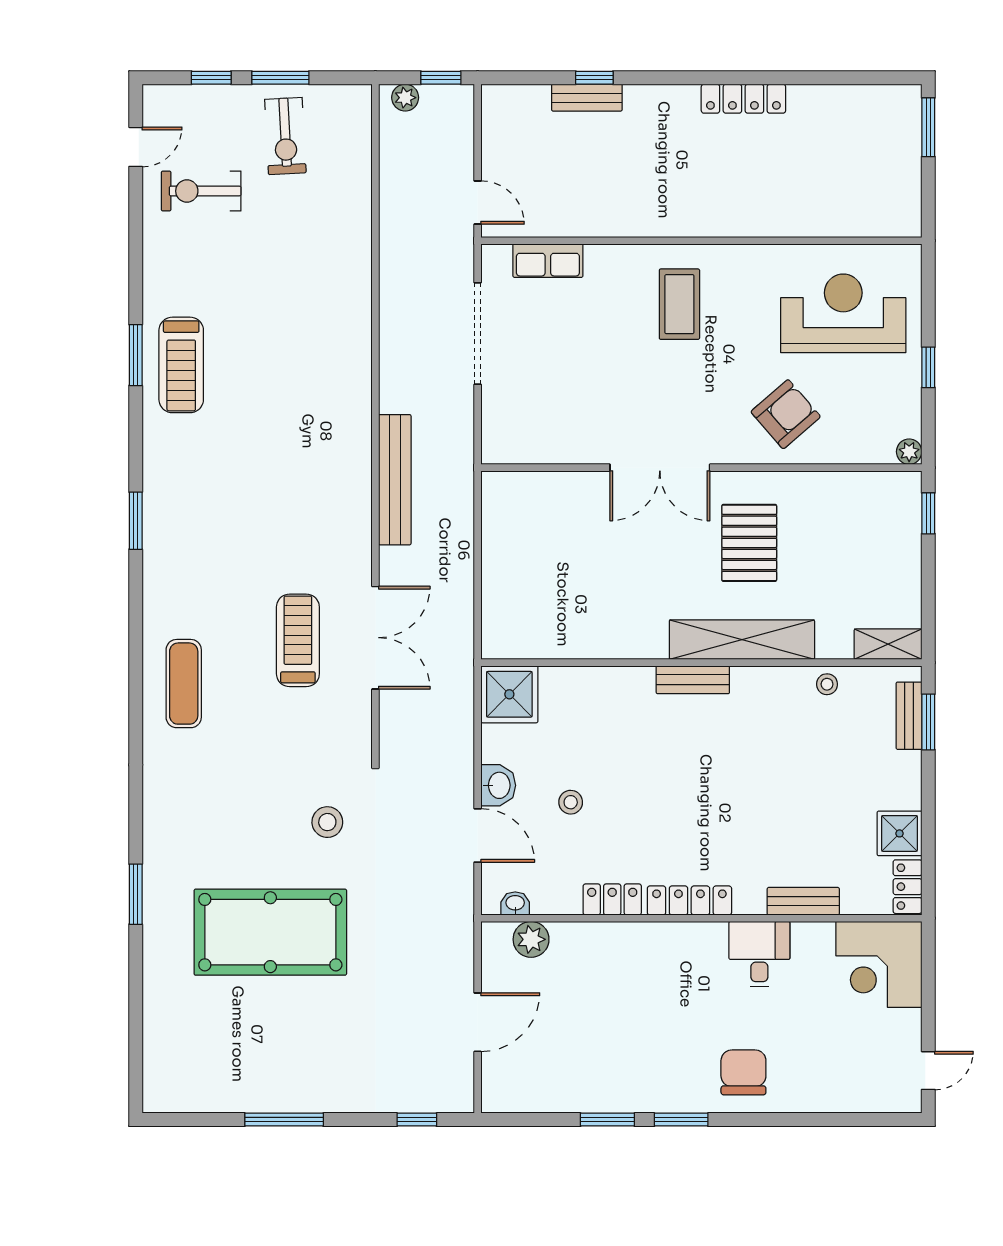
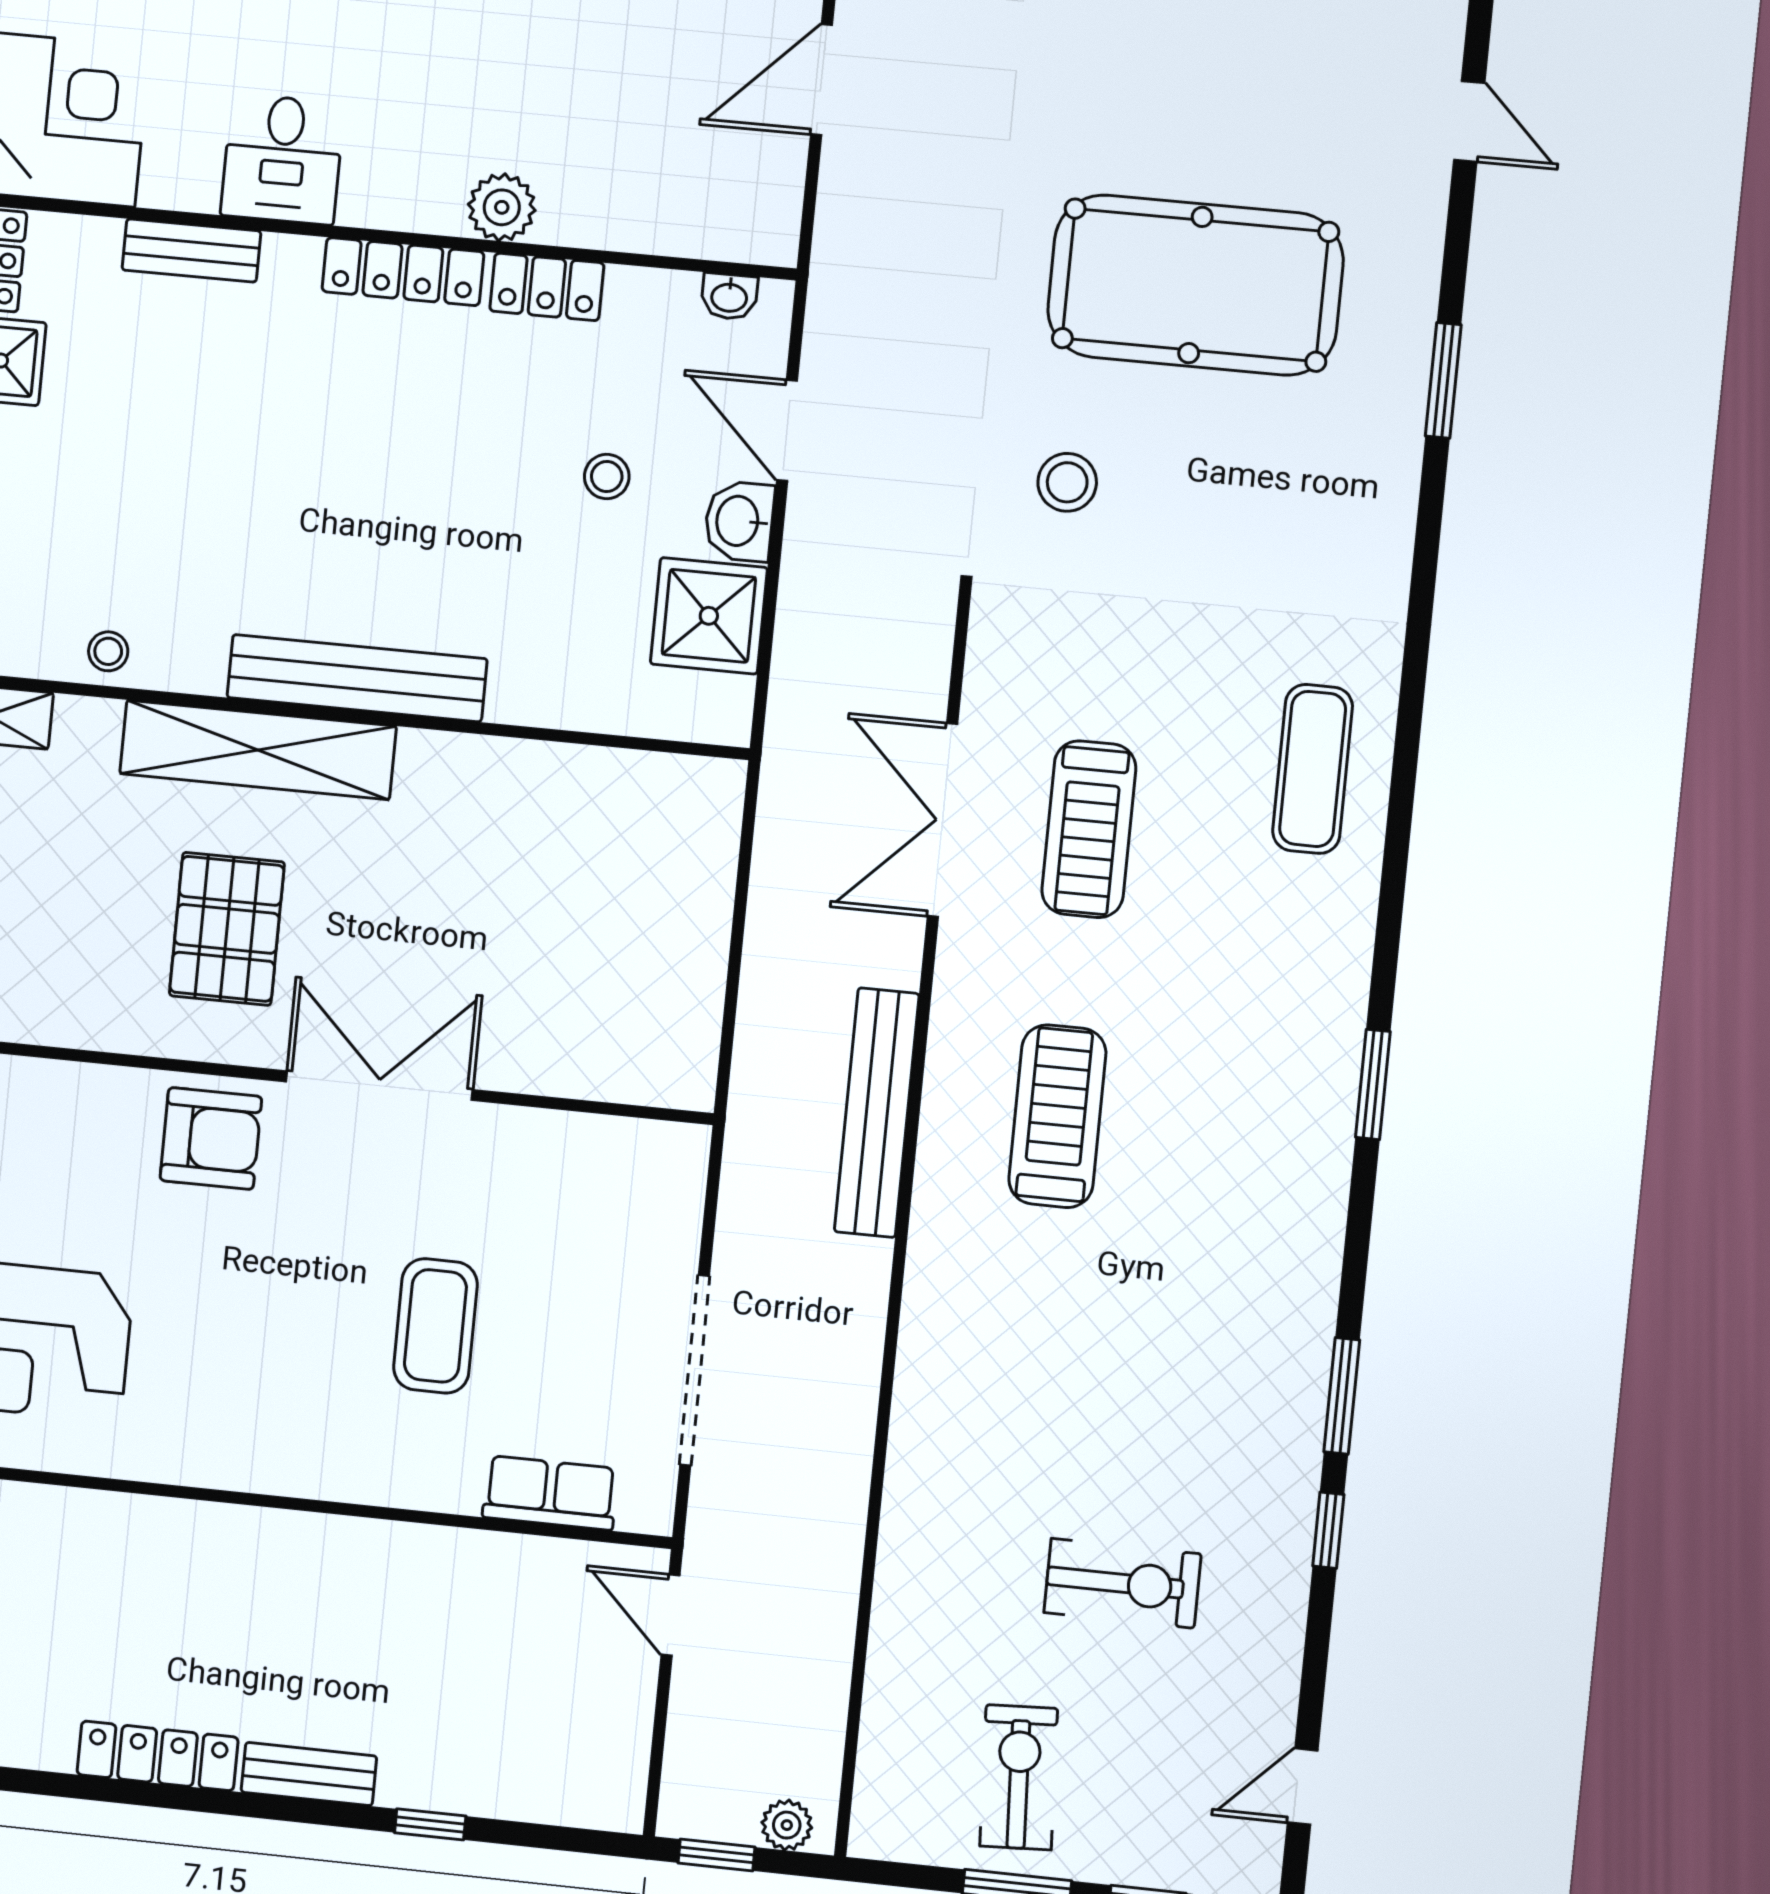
bench: (587, 98) -> (309, 1774), moved
exercise bike: (201, 191) -> (1123, 1583), moved
window: (136, 284) -> (1328, 1530), added
coffee table: (679, 304) -> (435, 1326), moved
treadmill: (181, 365) -> (1057, 1116), moved
armchair: (786, 414) -> (211, 1139), moved, turned -139
bench: (693, 680) -> (357, 678), width x1.86, depth x1.21
shower: (509, 694) -> (709, 616), moved
plant: (531, 939) -> (502, 207), moved
door: (136, 1031) -> (1469, 121), added

